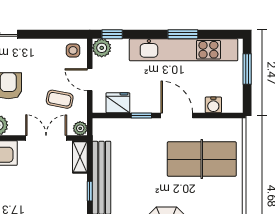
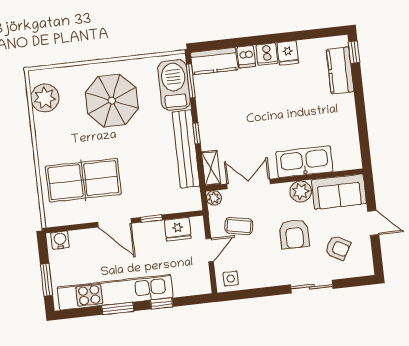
window: (112, 34) -> (162, 303), moved
plant: (102, 48) -> (201, 285), removed
door: (90, 80) -> (210, 250), hinge flipped
water cooler: (213, 105) -> (60, 240), moved
double door: (46, 138) -> (249, 184), swing flipped

